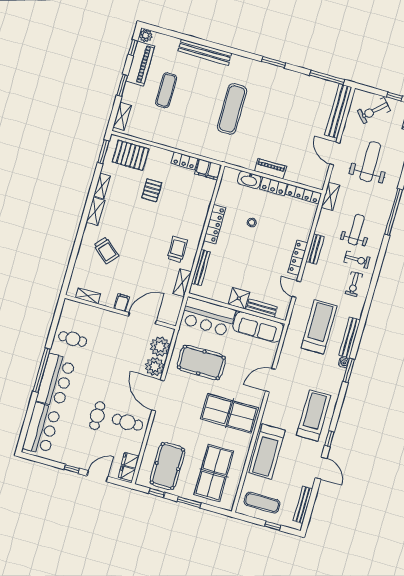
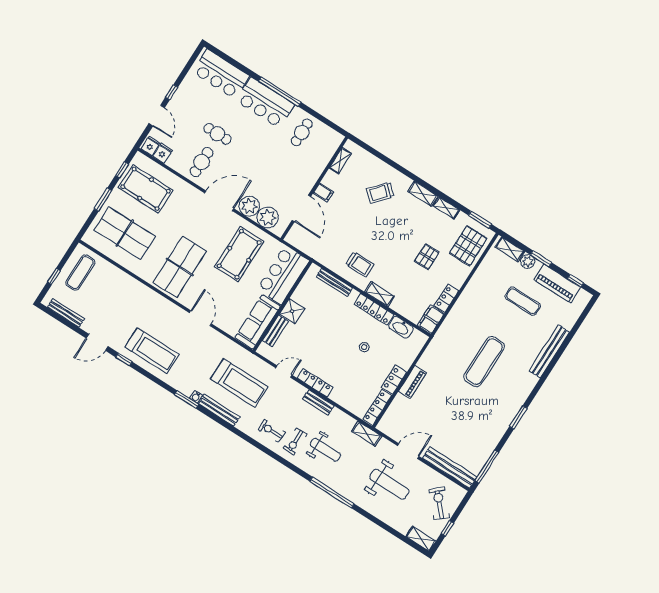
plant: (146, 36) -> (528, 261), moved
exercise mat: (232, 109) -> (484, 362), turned 90
washbasin: (249, 180) -> (401, 327), moved, turned -90
pallet: (152, 190) -> (427, 257), turned 90
shelving: (182, 283) -> (380, 294), moved
treadmill: (267, 452) -> (130, 293), removed

